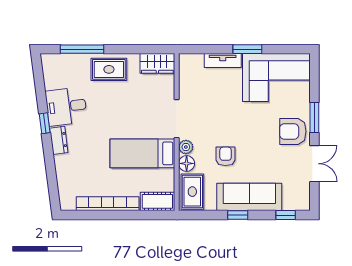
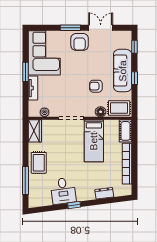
dresser: (59, 140) -> (104, 193), moved
plant: (186, 147) -> (44, 112), moved

